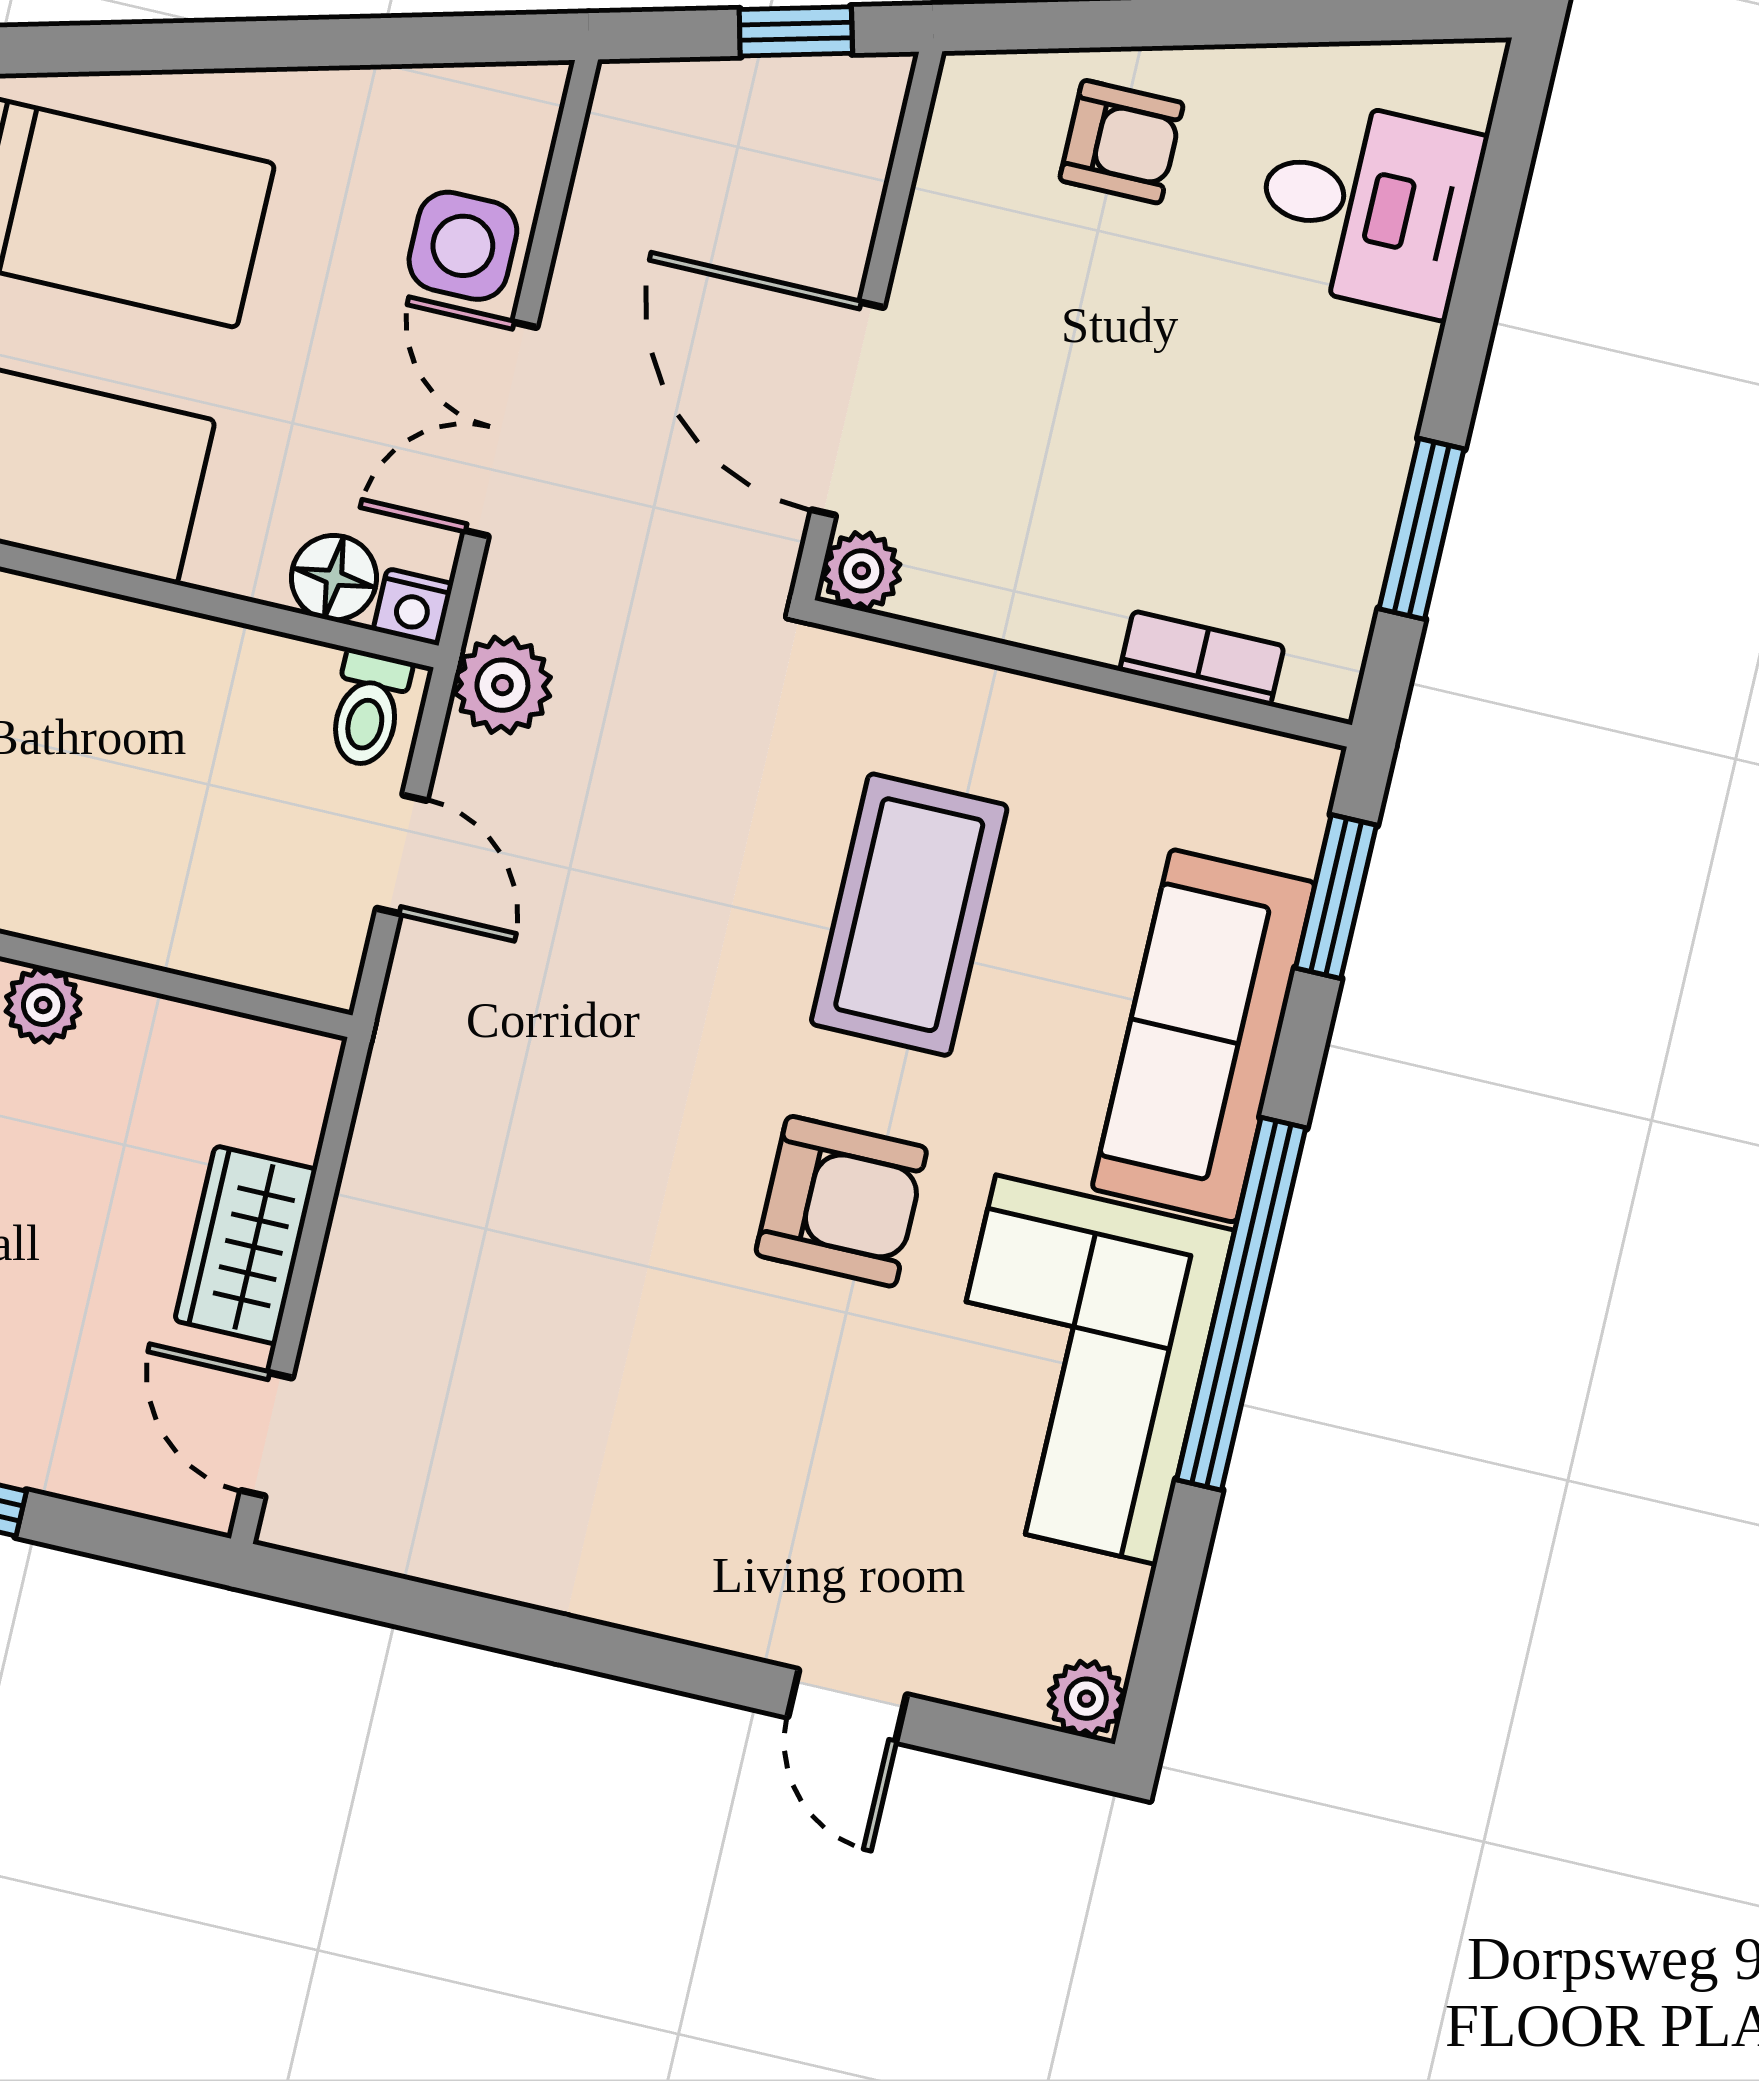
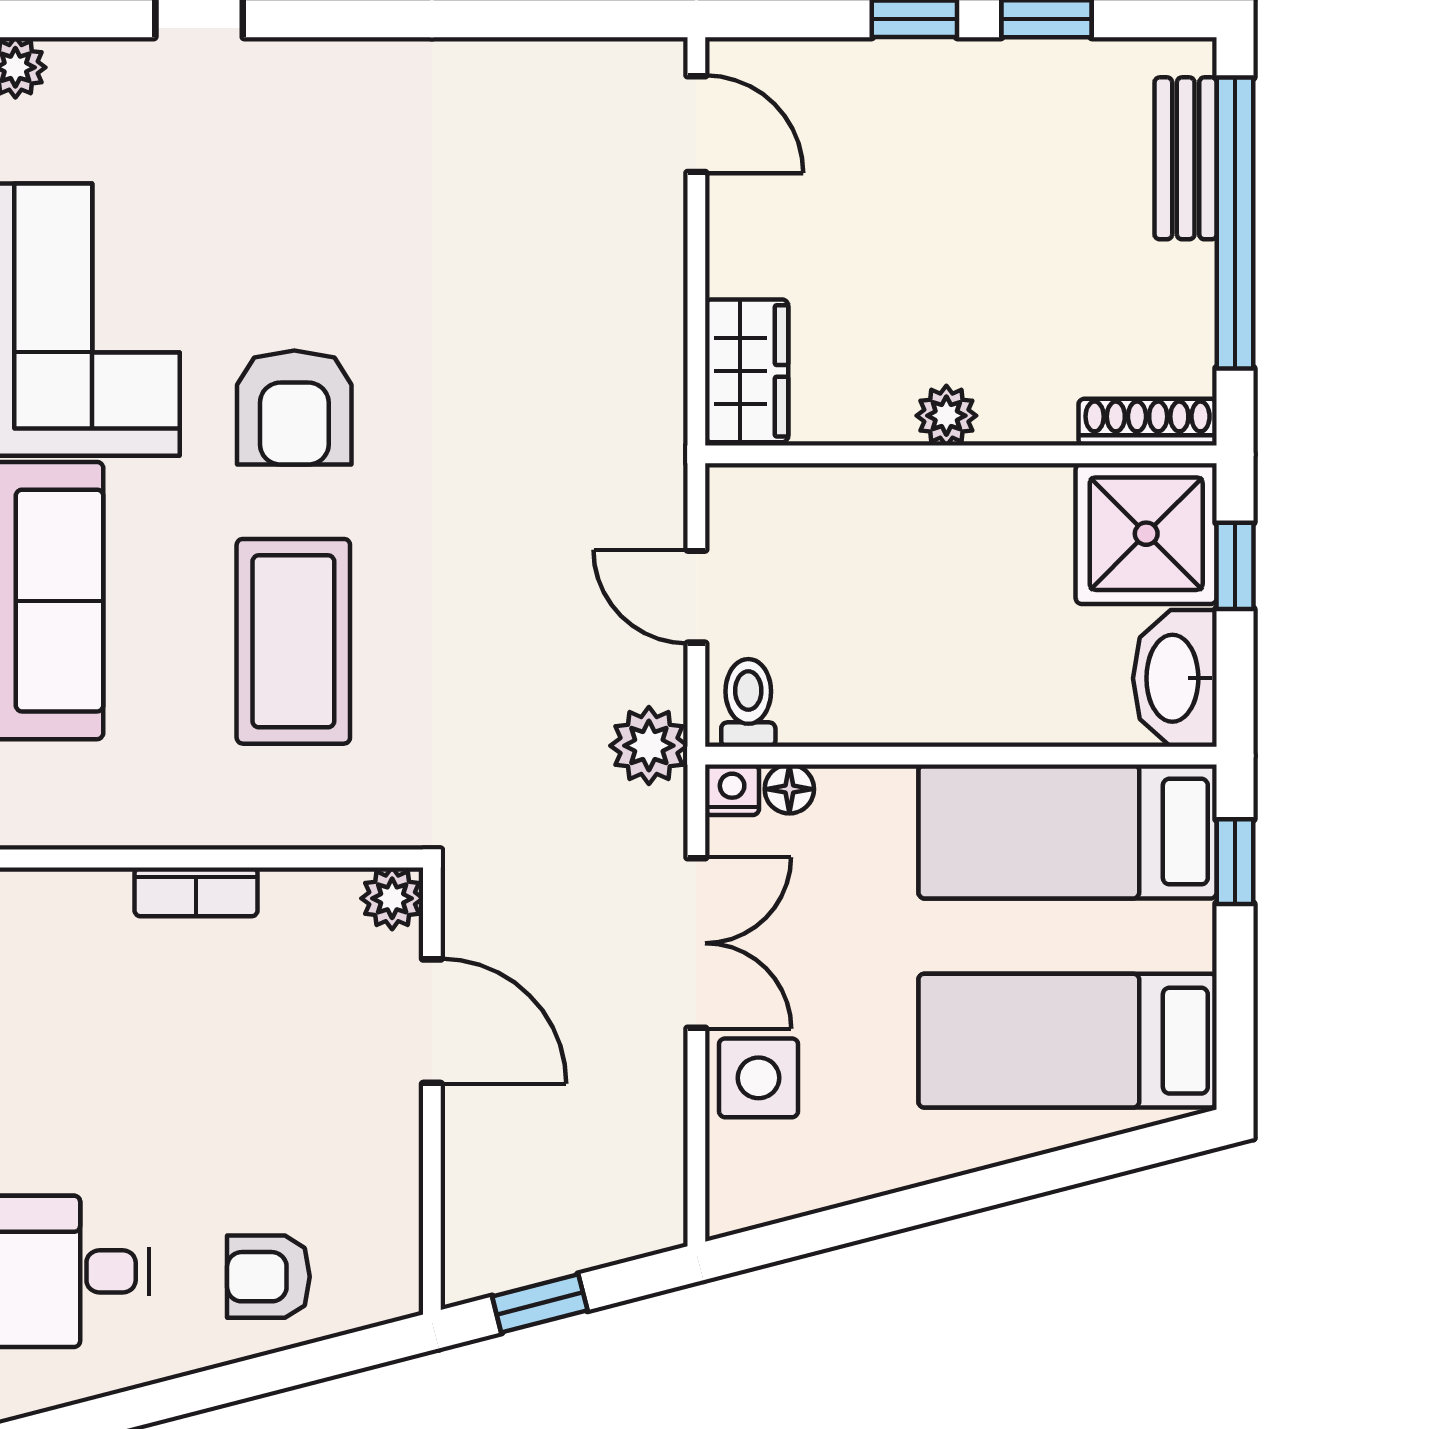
door: (848, 409) -> (432, 1021), width x0.73
floor lamp: (334, 578) -> (789, 789), width x0.73, depth x0.73
bookcase: (1202, 658) -> (196, 892), moved
armchair: (841, 1201) -> (294, 408), turned -90
wardrobe: (246, 1245) -> (747, 371), moved

